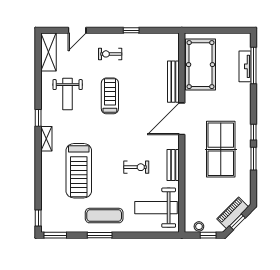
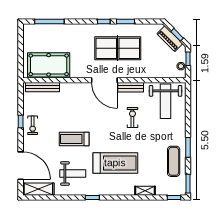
door: (77, 30) -> (21, 166), width x1.88
exercise bike: (110, 54) -> (33, 125), moved
tv unit: (245, 66) -> (50, 29), removed
bench: (173, 82) -> (43, 87), moved
door: (182, 119) -> (104, 80), moved
shelving: (46, 139) -> (145, 191), moved
treadmill: (79, 171) -> (115, 163), moved
exercise mat: (104, 216) -> (174, 161), moved

